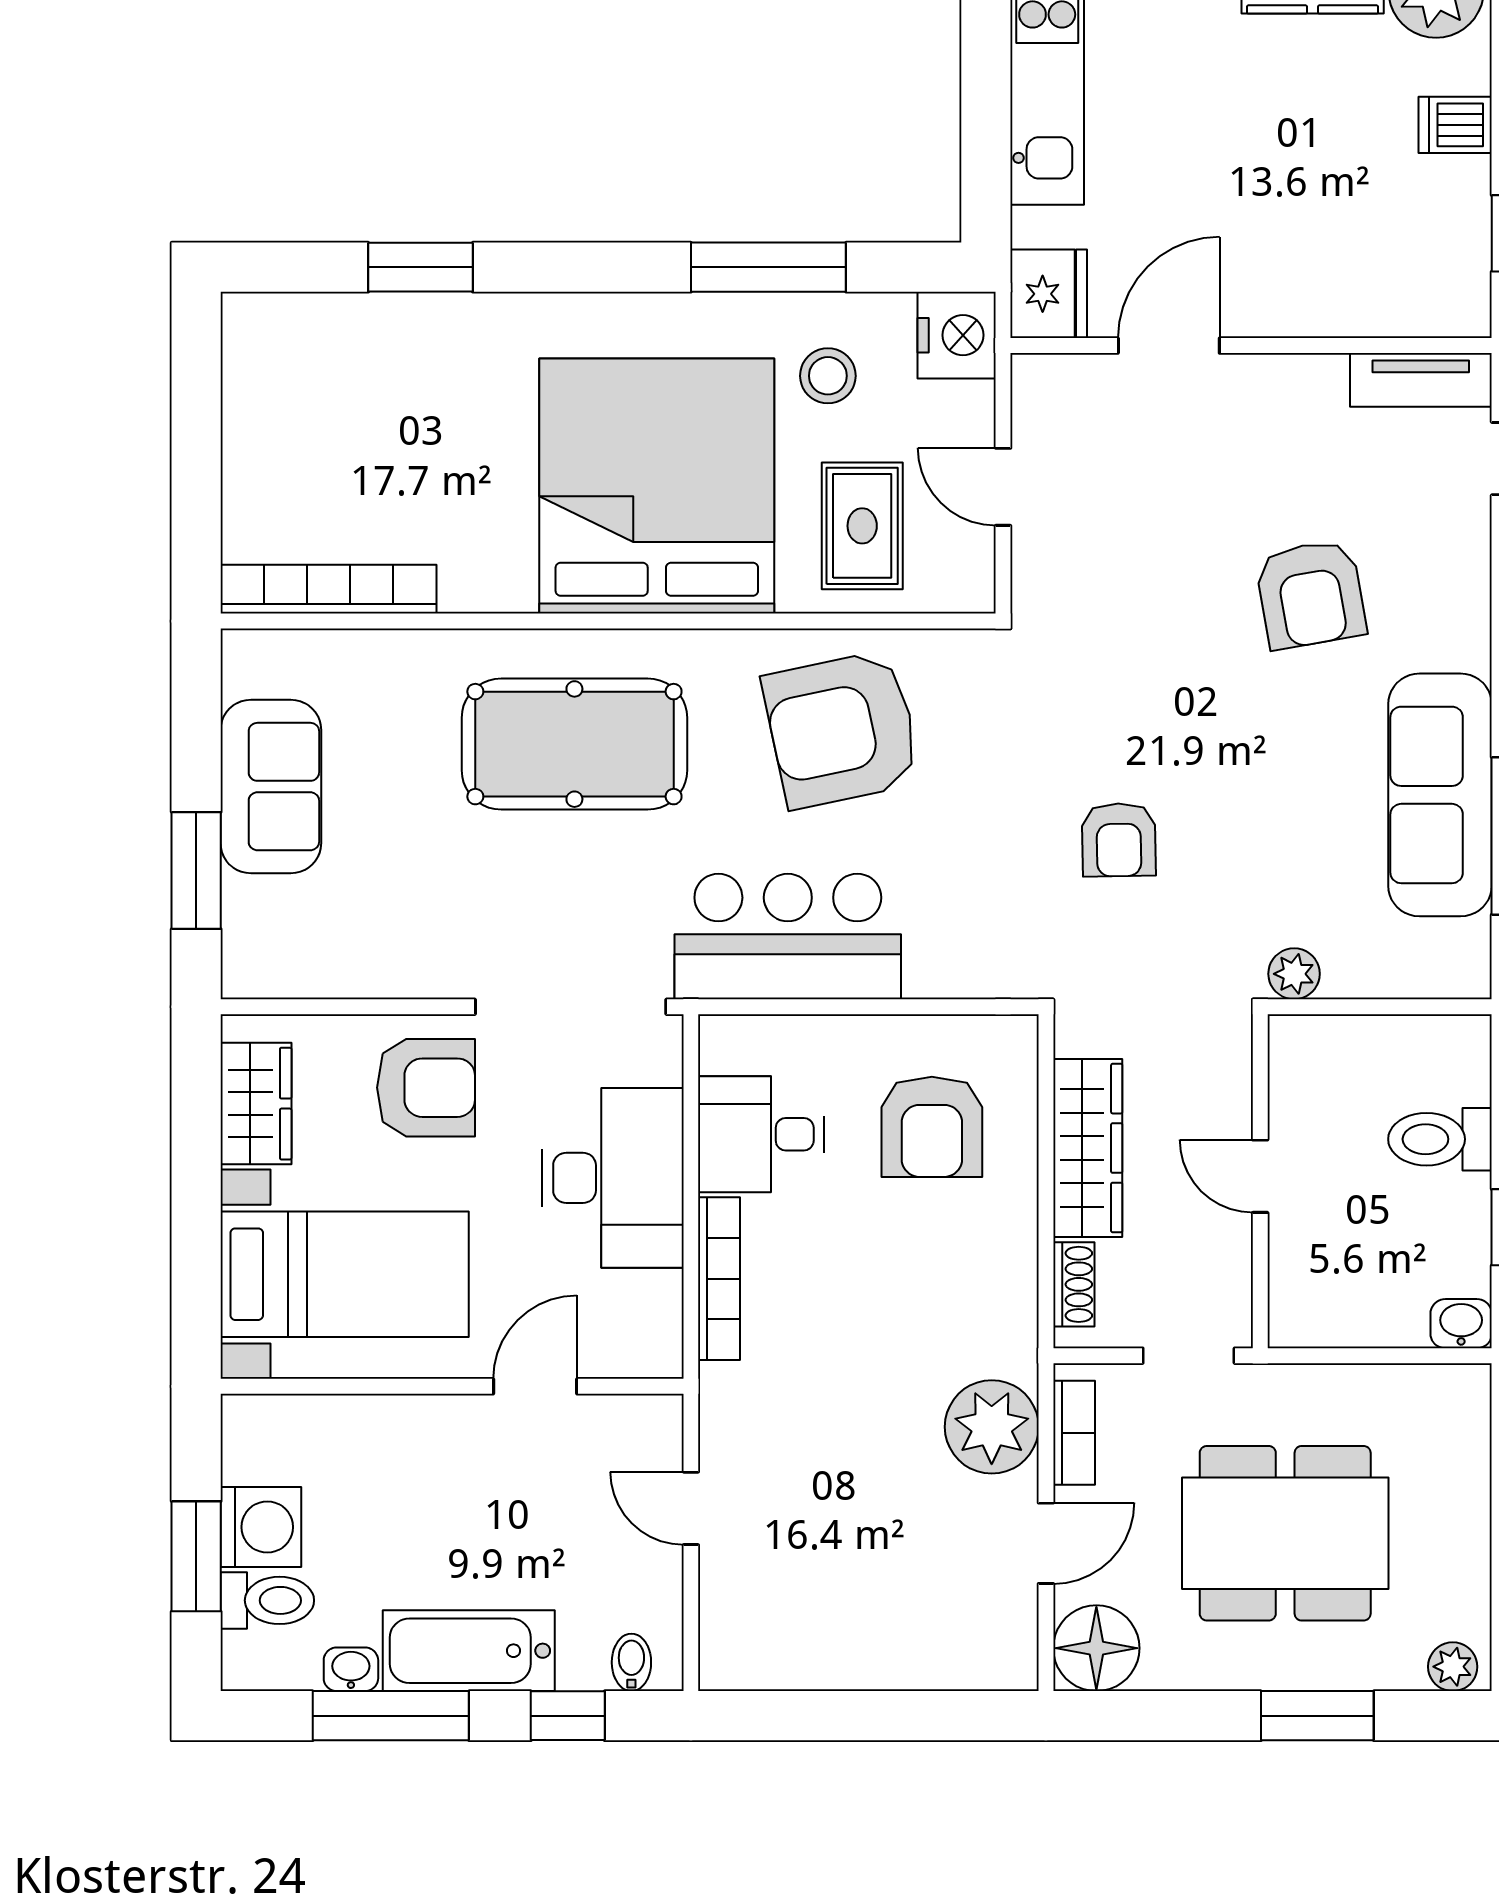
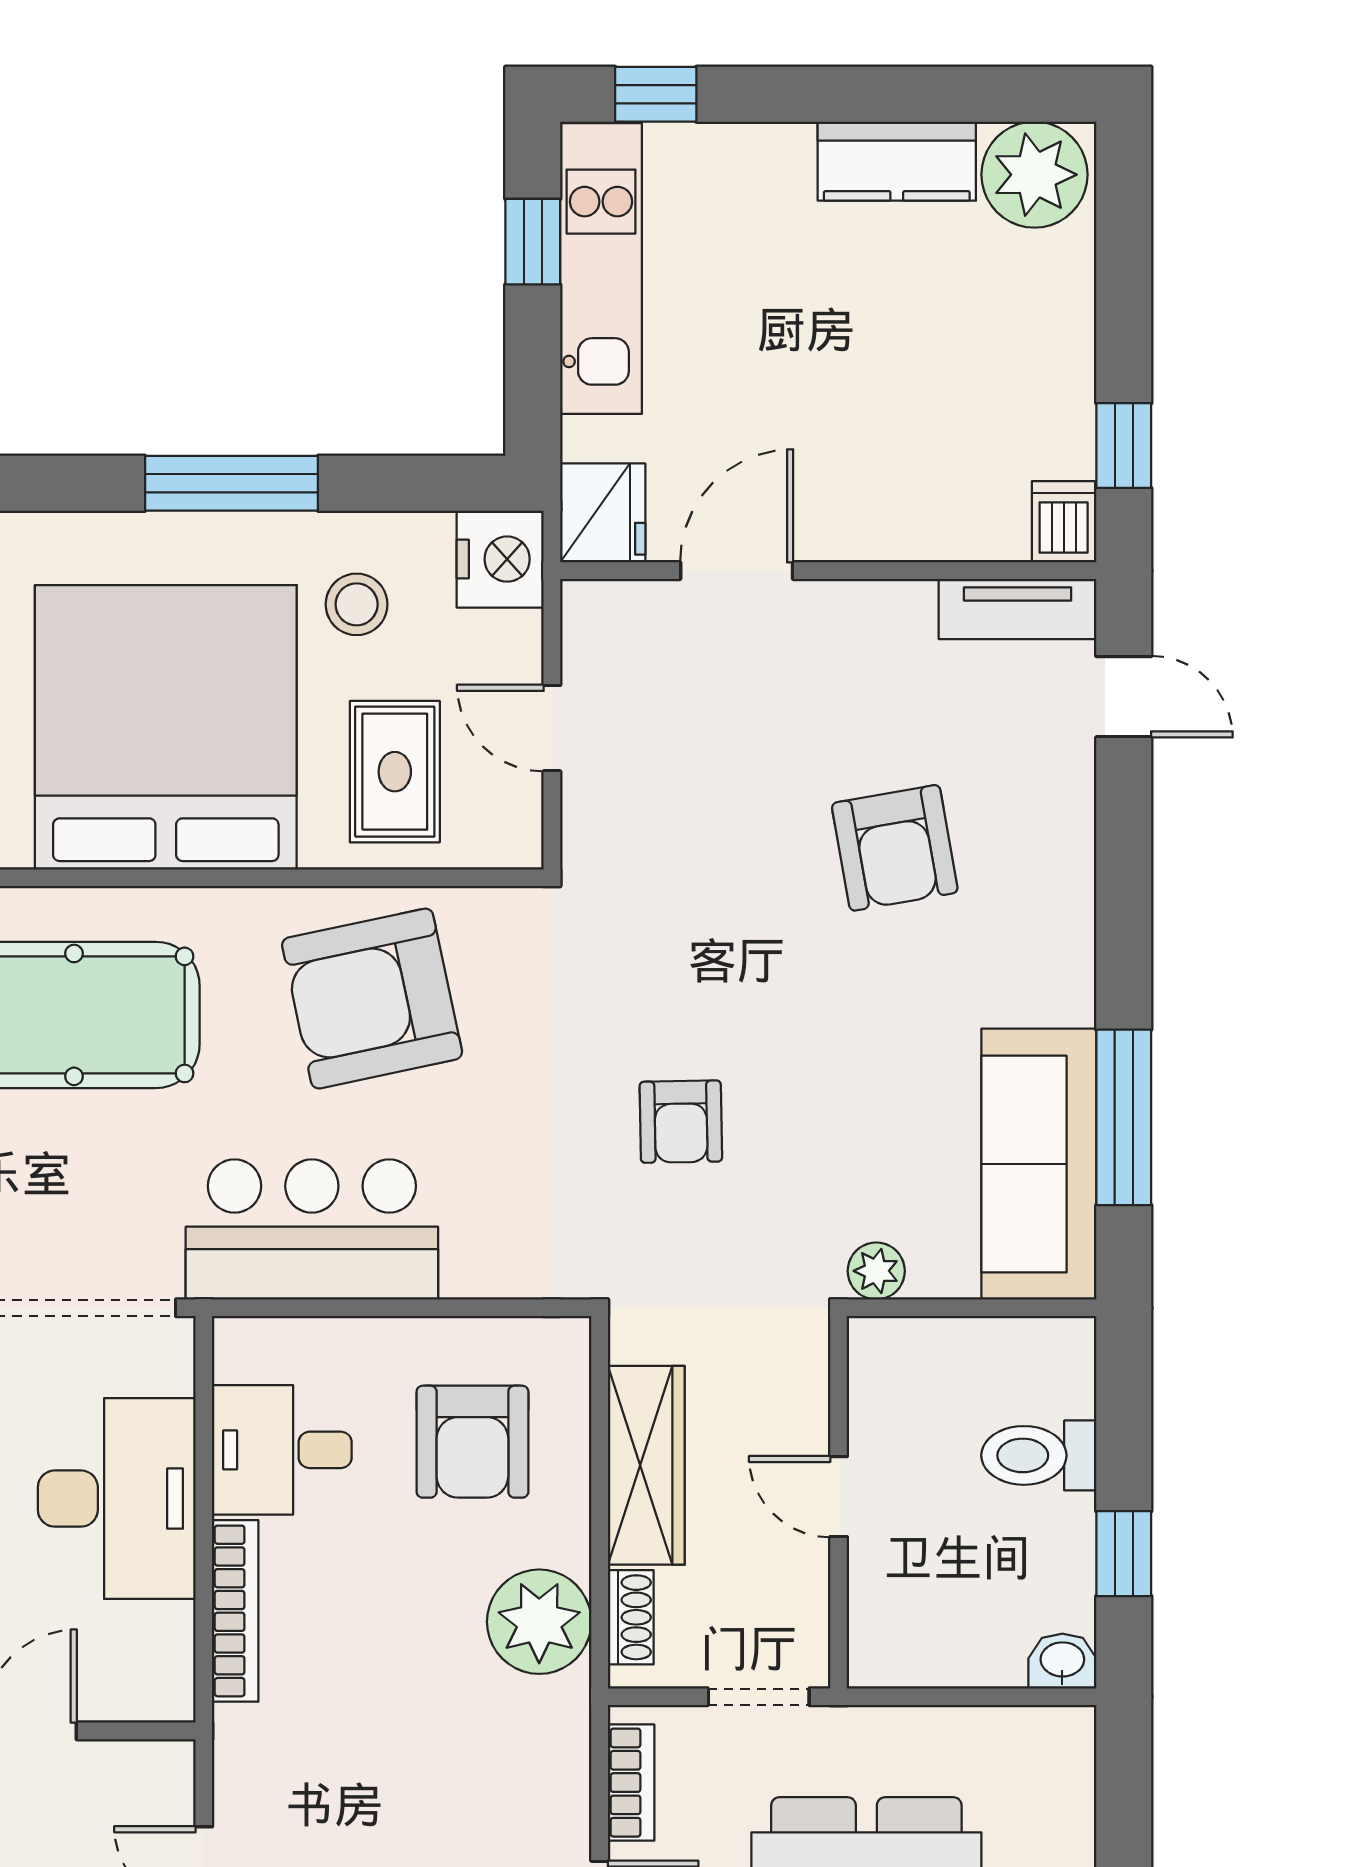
window: (986, 50) -> (533, 242), added
dishwasher: (1455, 125) -> (1064, 522), moved, turned 90
window: (768, 267) -> (231, 483), moved
sofa: (1440, 795) -> (1039, 1164), moved
plant: (992, 1427) -> (539, 1622), moved

